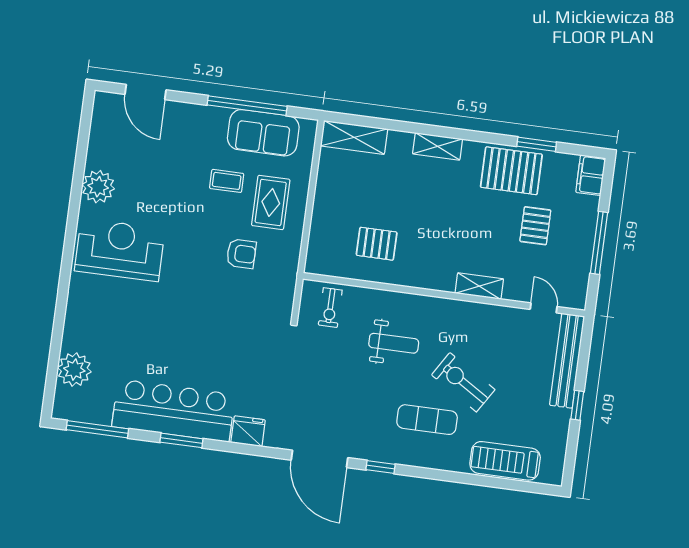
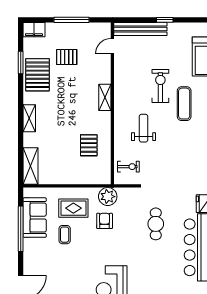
plant: (283, 265) -> (108, 197), added
shelving: (479, 286) -> (105, 97), moved
cafe table: (224, 342) -> (156, 224), added
exercise bike: (463, 382) -> (160, 86), turned 148

